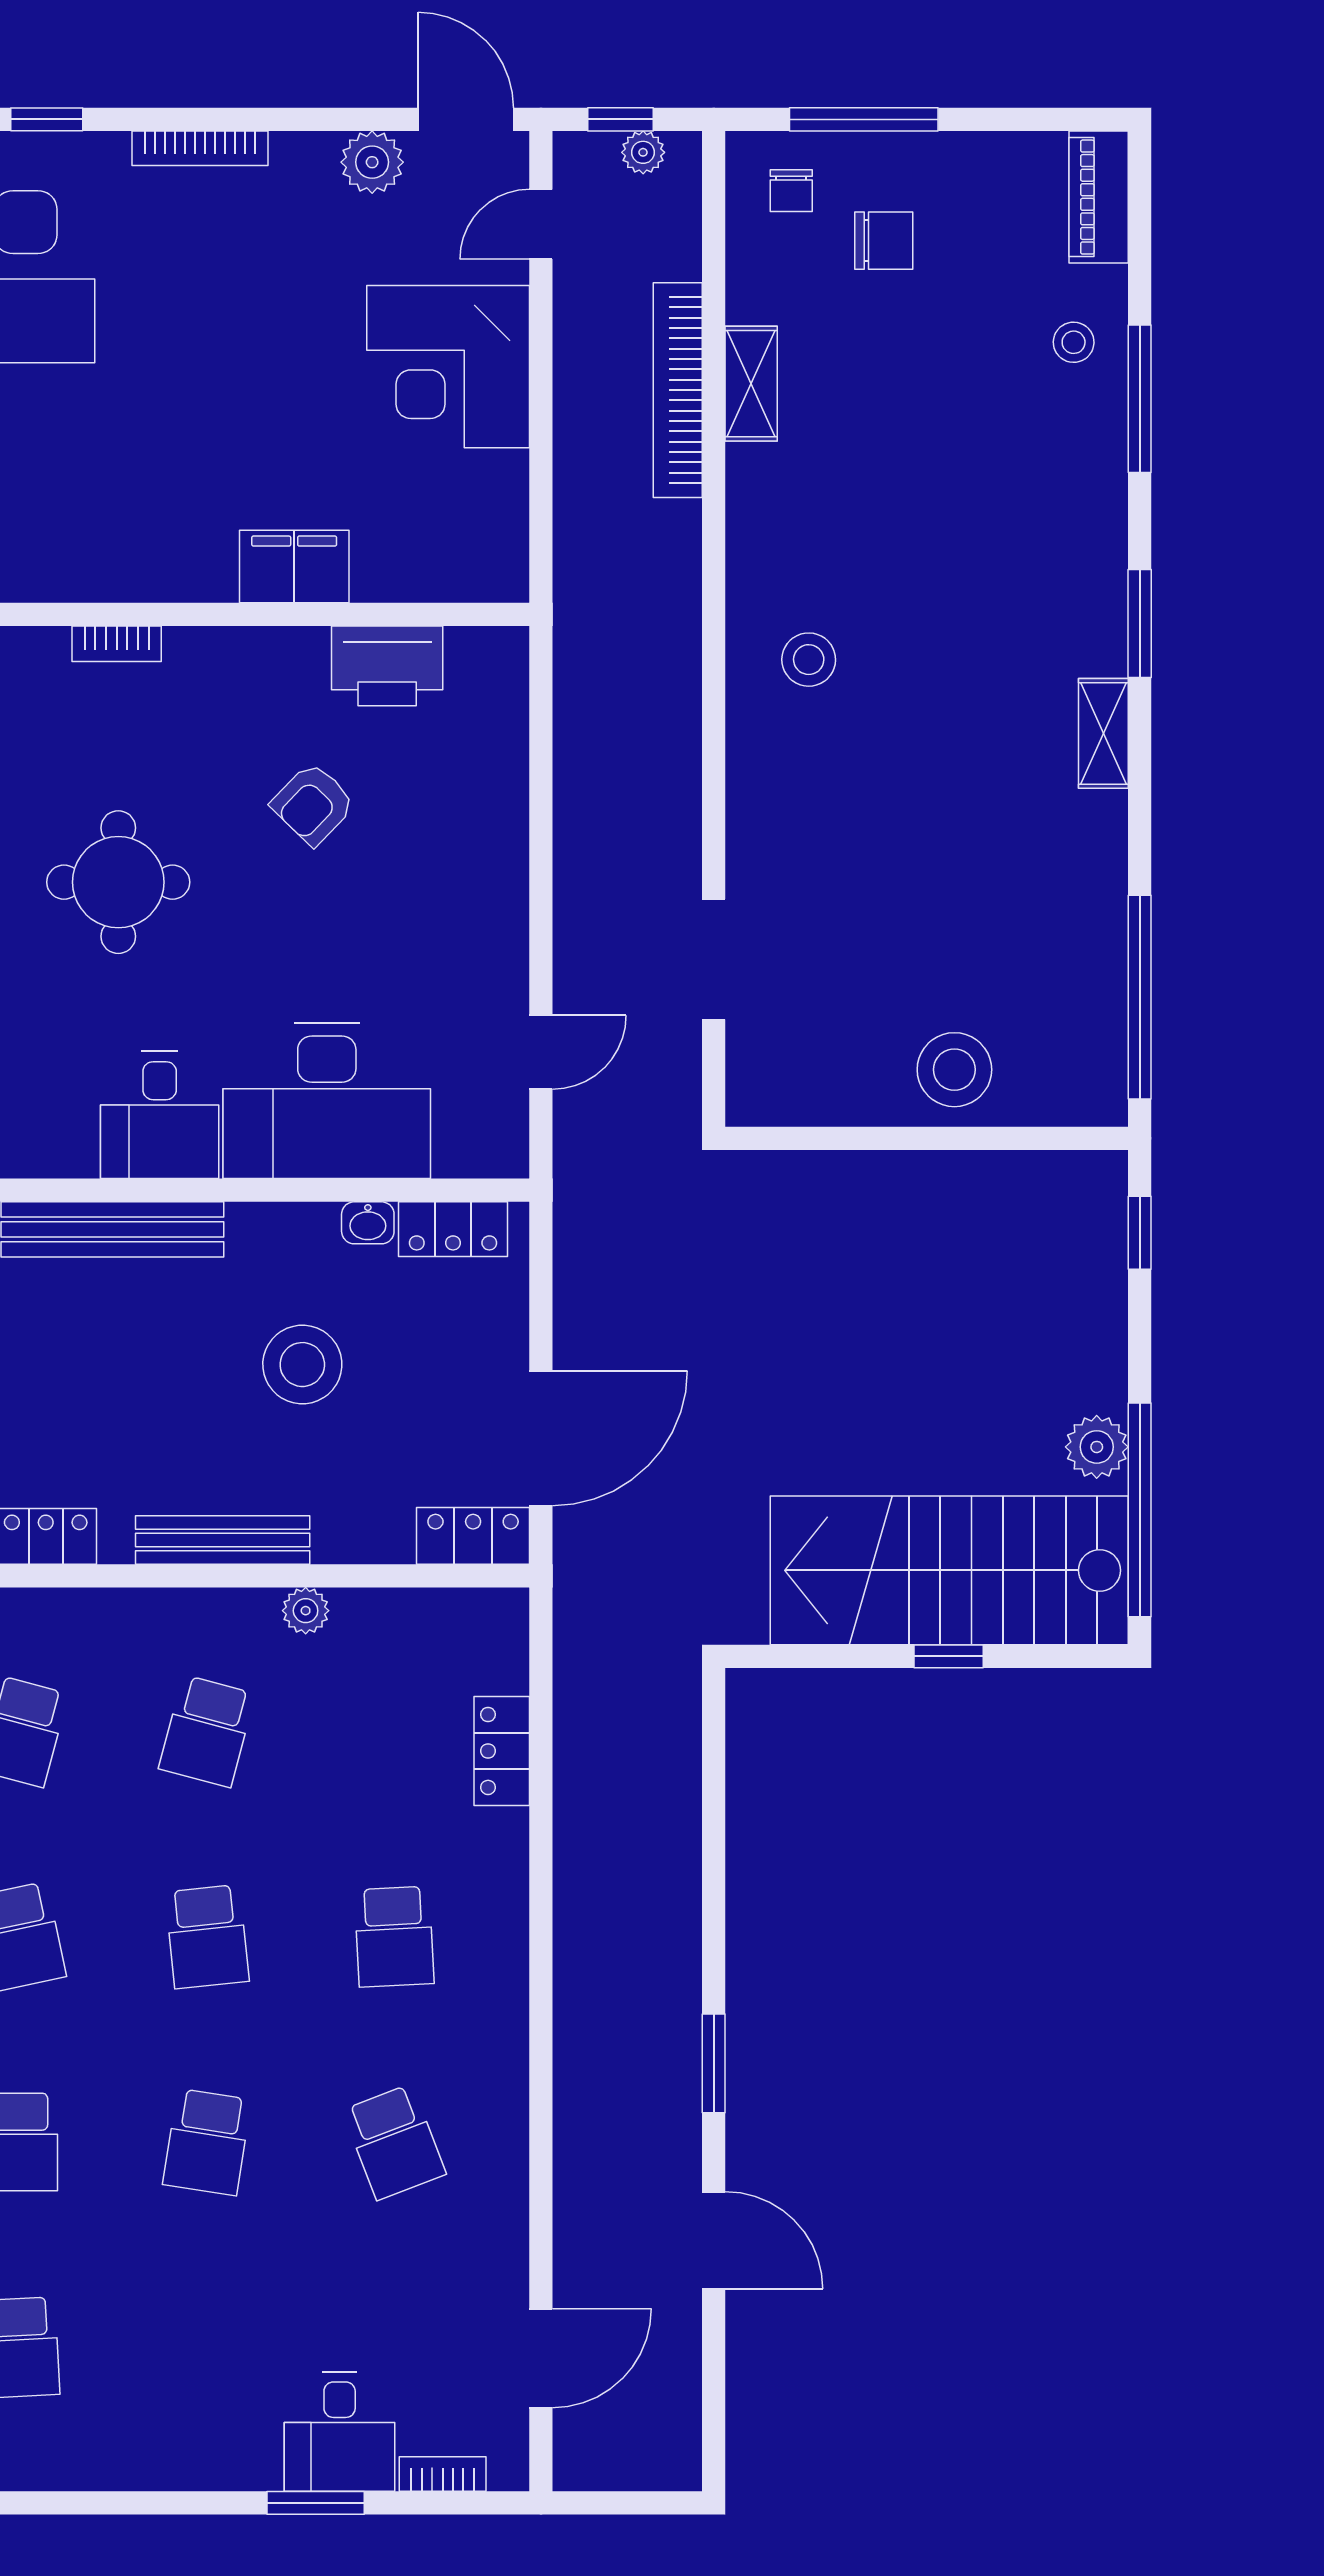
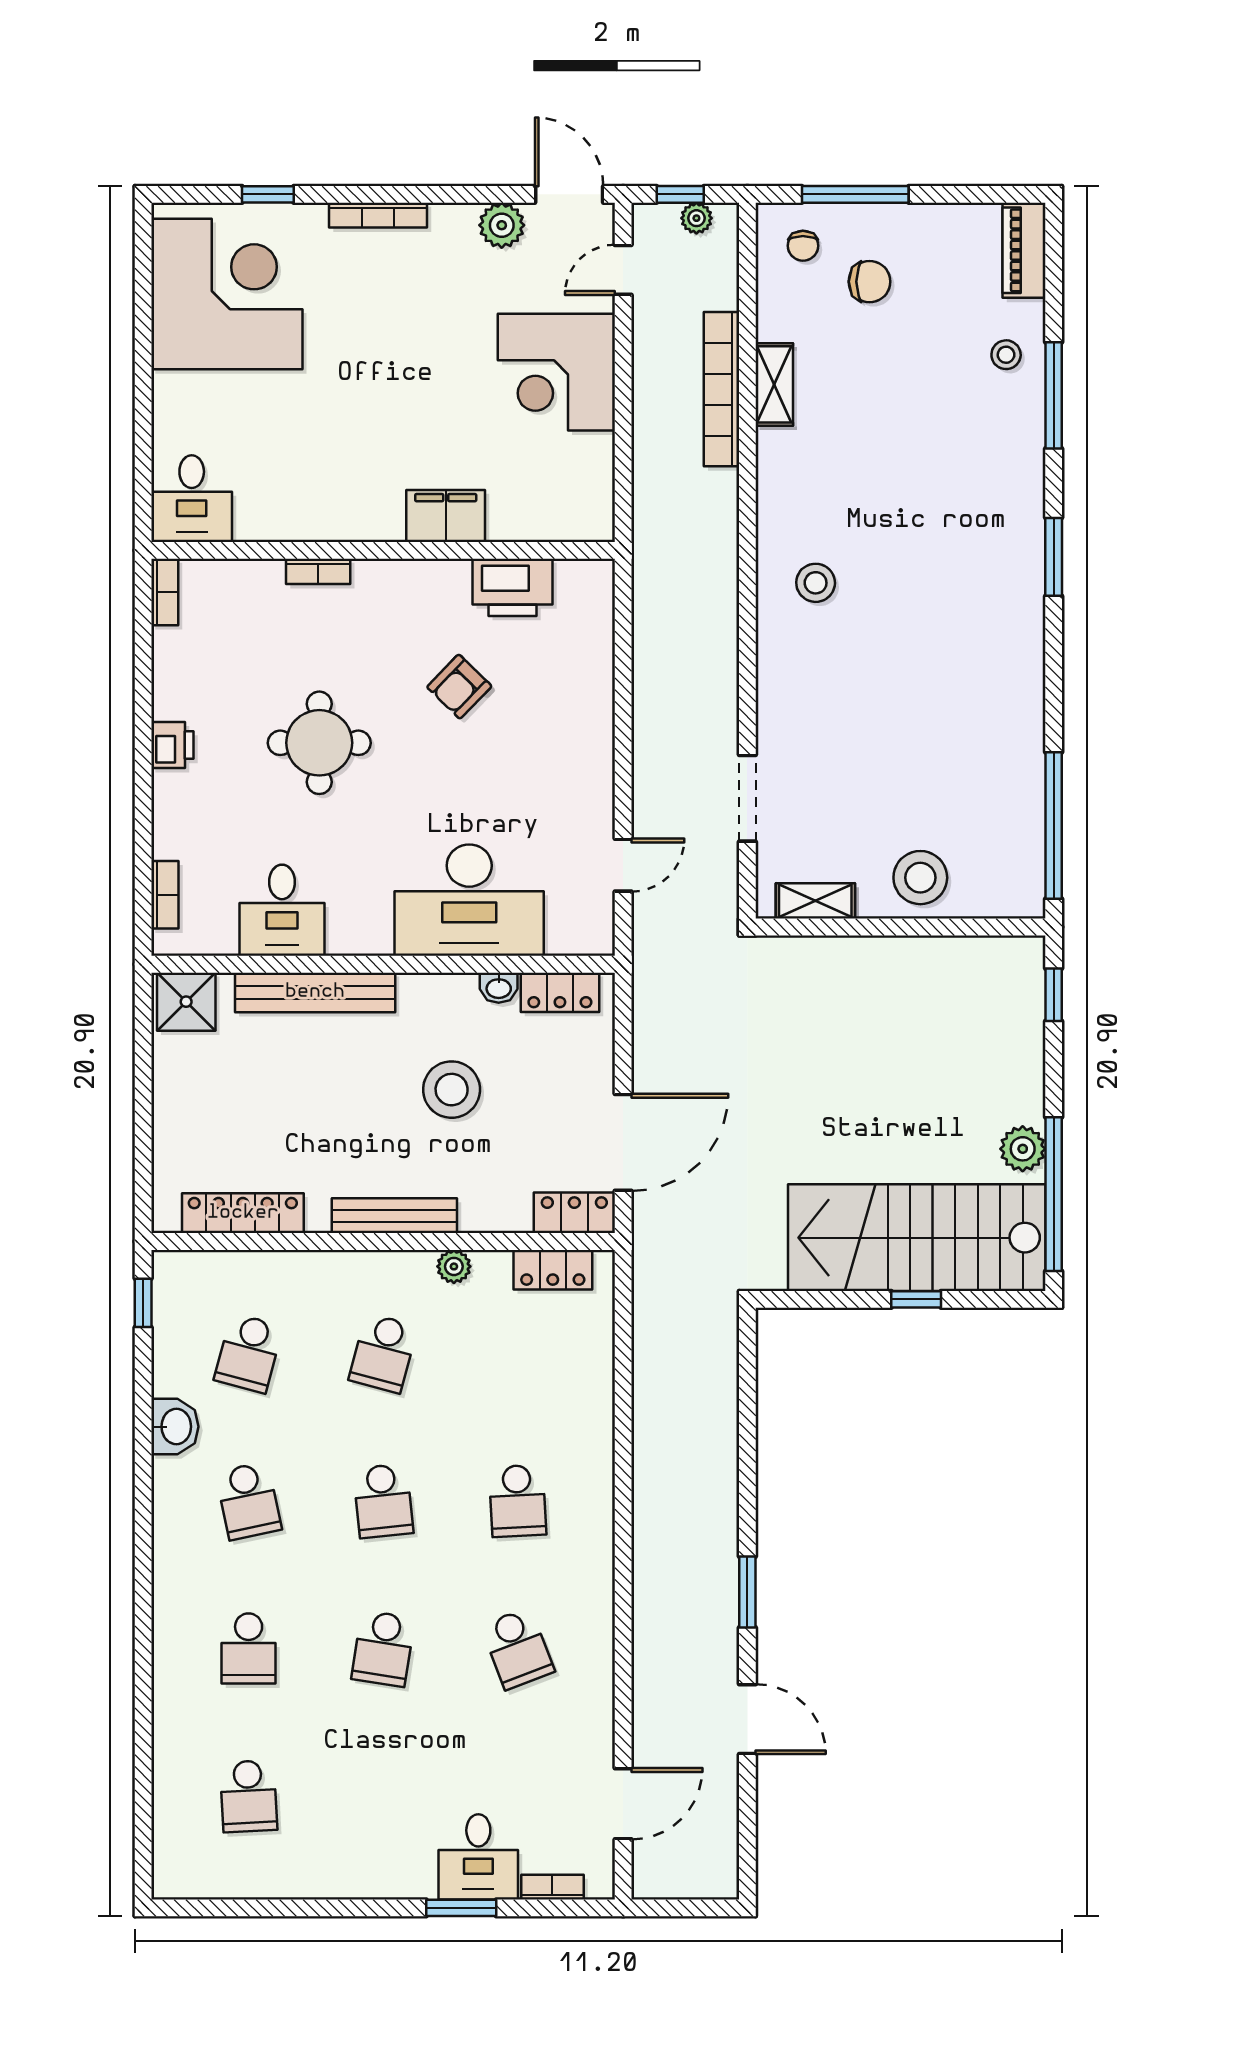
shelving: (1103, 733) -> (815, 901), moved, turned 90
desk: (160, 1115) -> (282, 910), moved
locker: (502, 1751) -> (553, 1270), moved, turned -90

